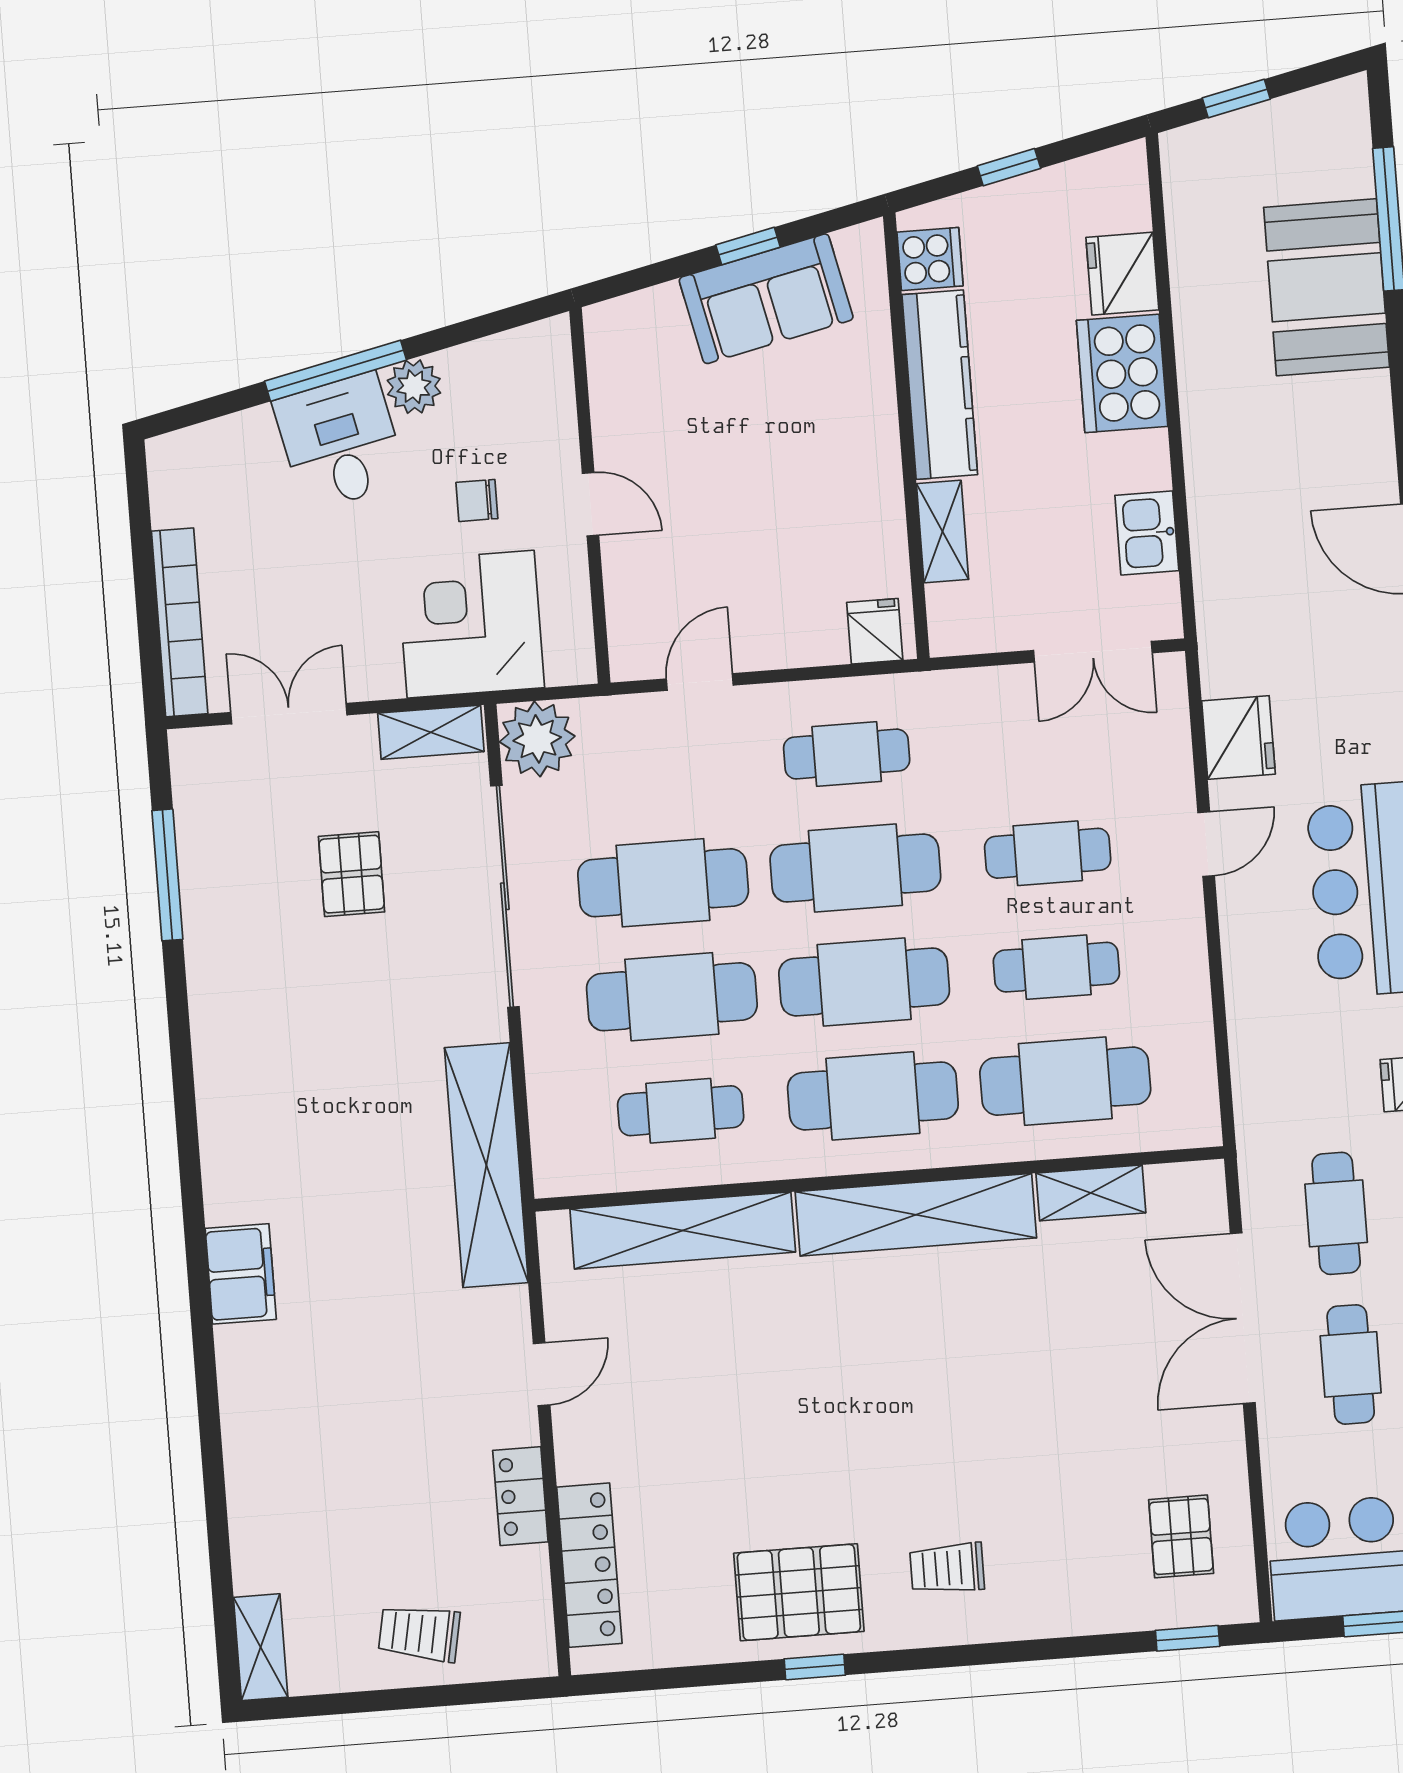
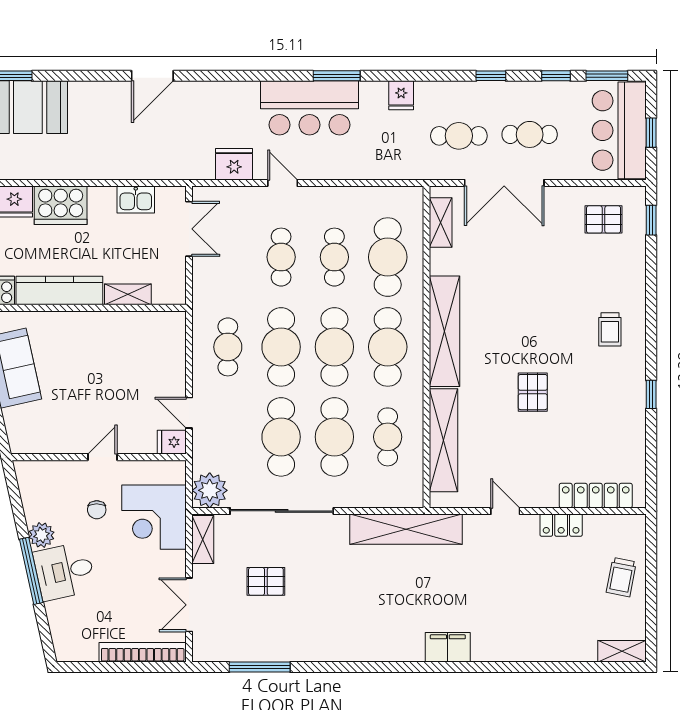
fridge: (875, 631) -> (172, 442), moved
shelving: (1091, 1193) -> (441, 223), moved
pallet: (799, 1592) -> (533, 392), moved, width x0.67, depth x0.71

